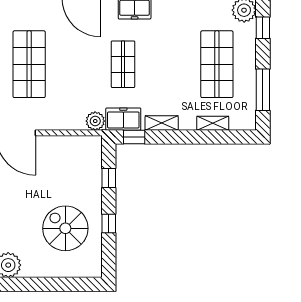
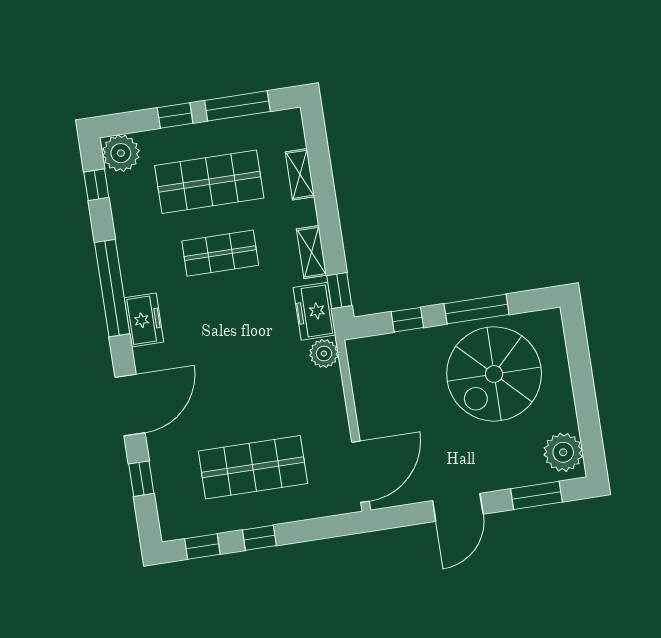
window: (263, 28) -> (175, 115), moved
shop shelf: (123, 64) -> (220, 253), moved
window: (109, 223) -> (477, 309), width x2.17
spiral stairs: (65, 228) -> (494, 374), width x1.37, depth x1.37

